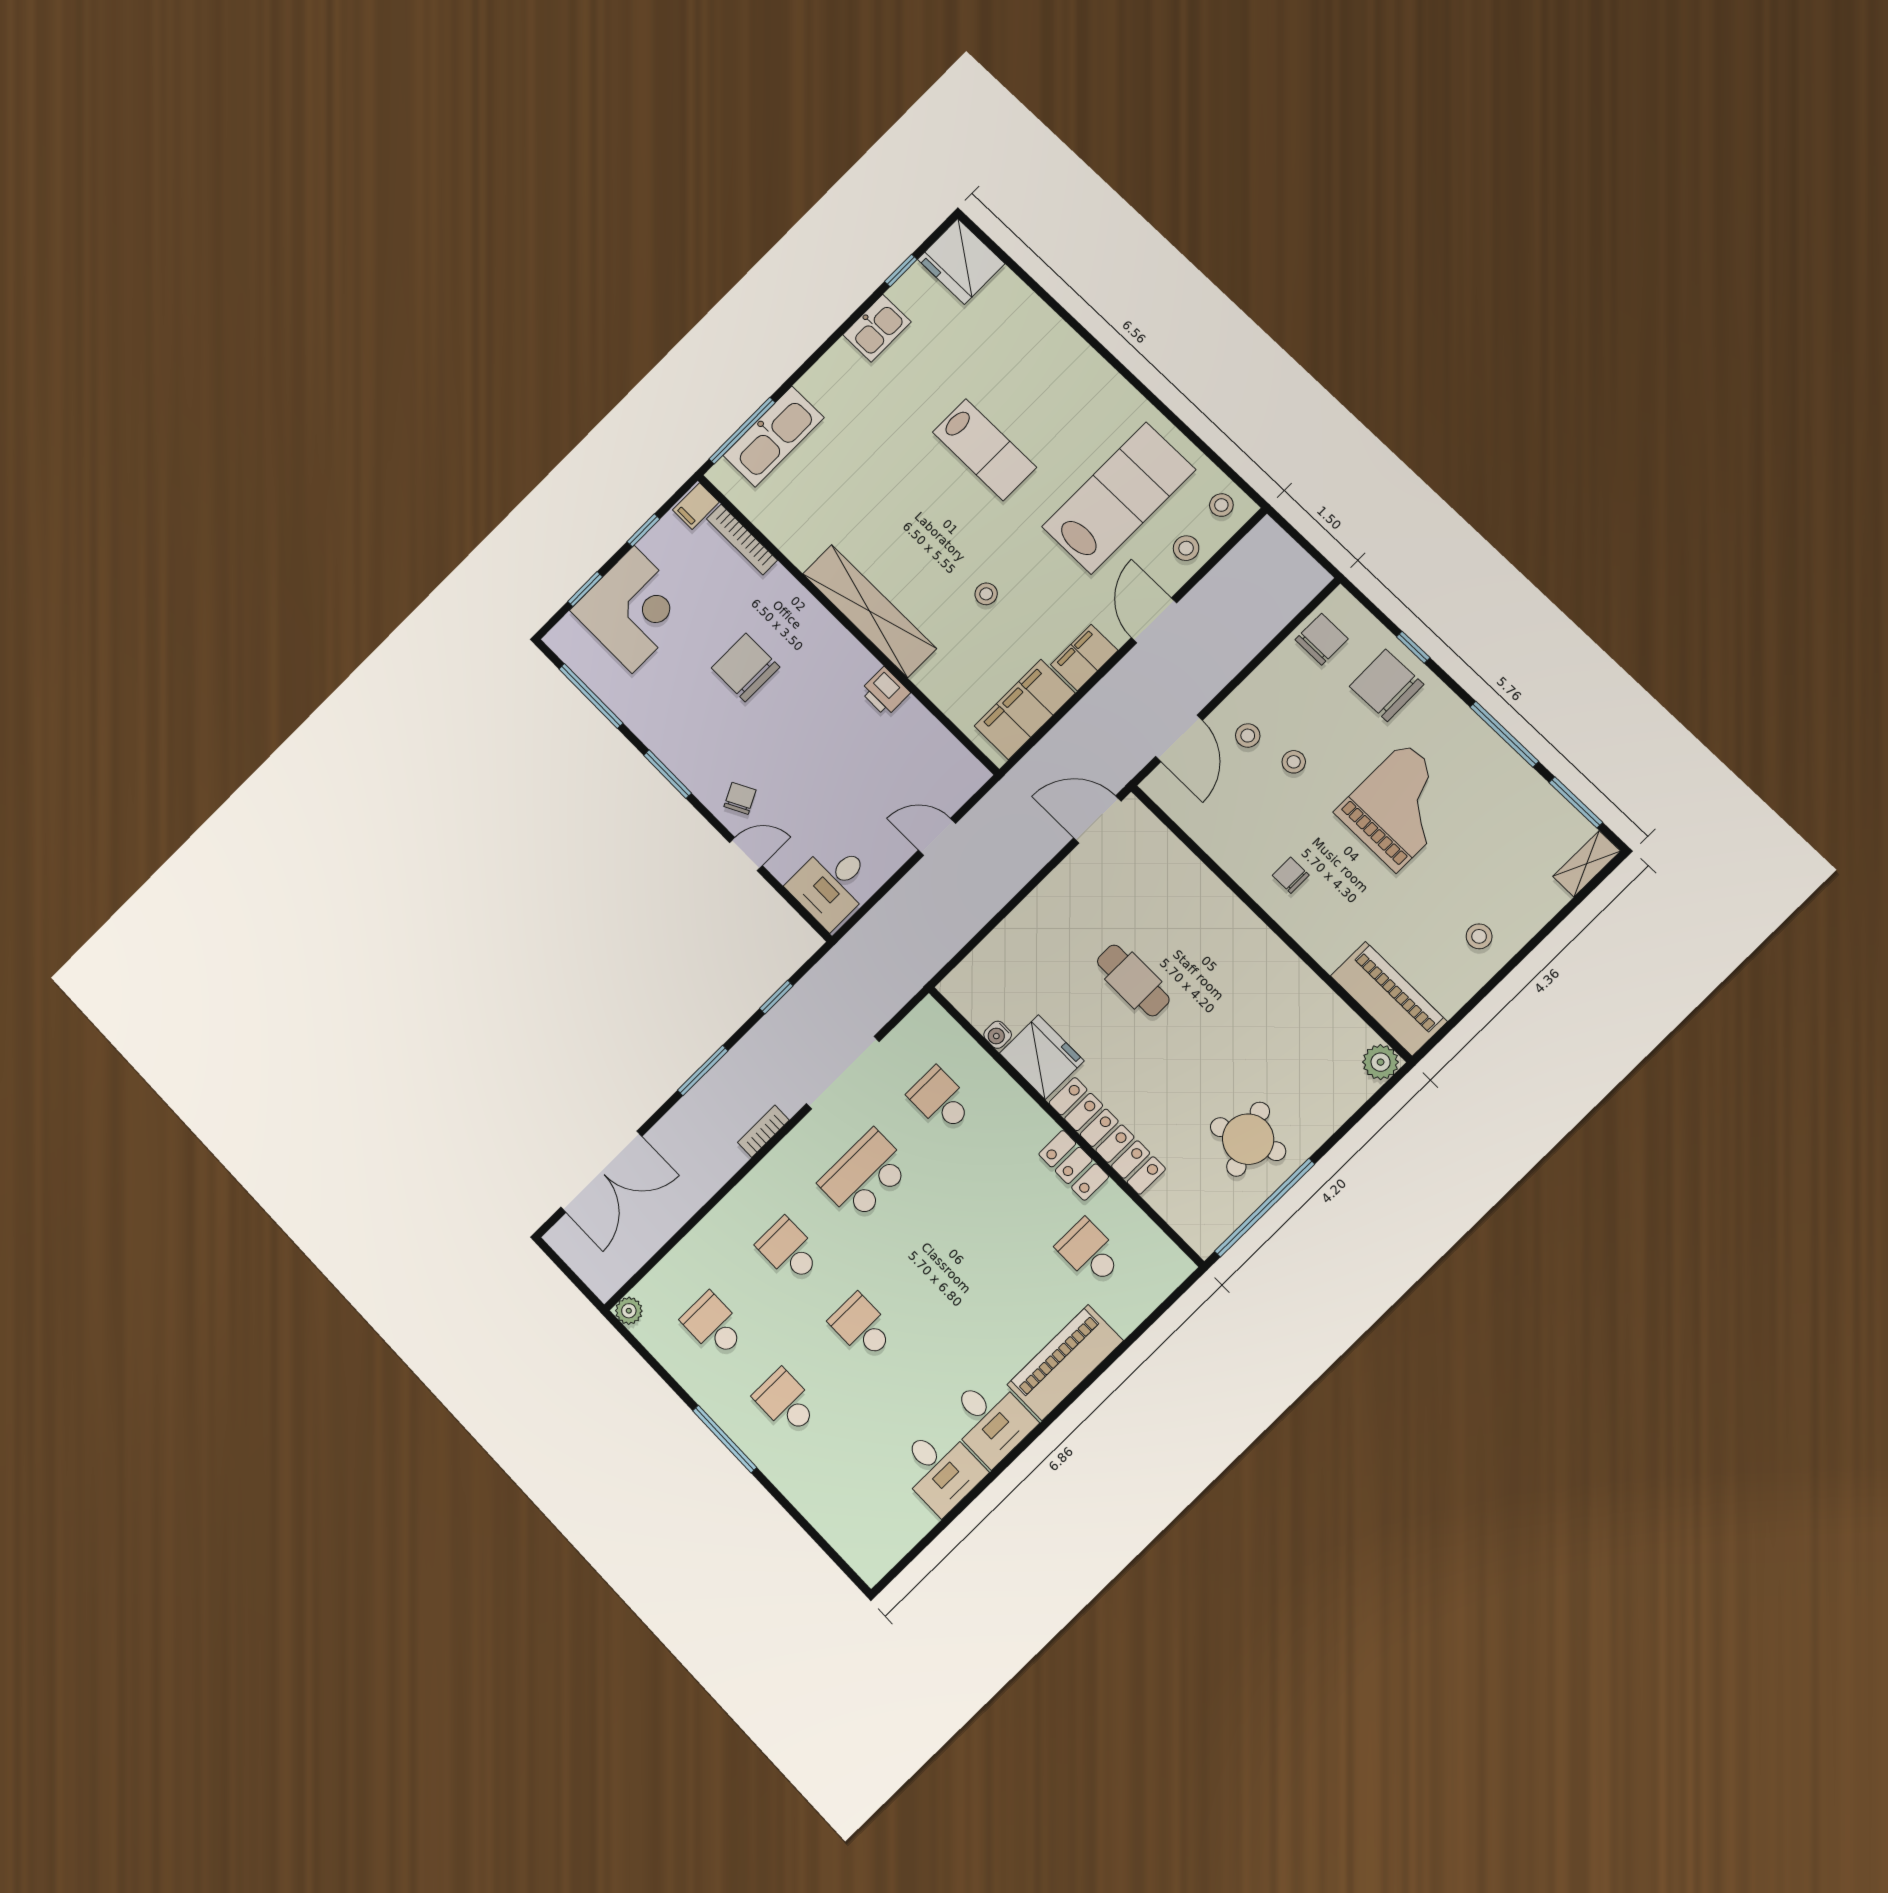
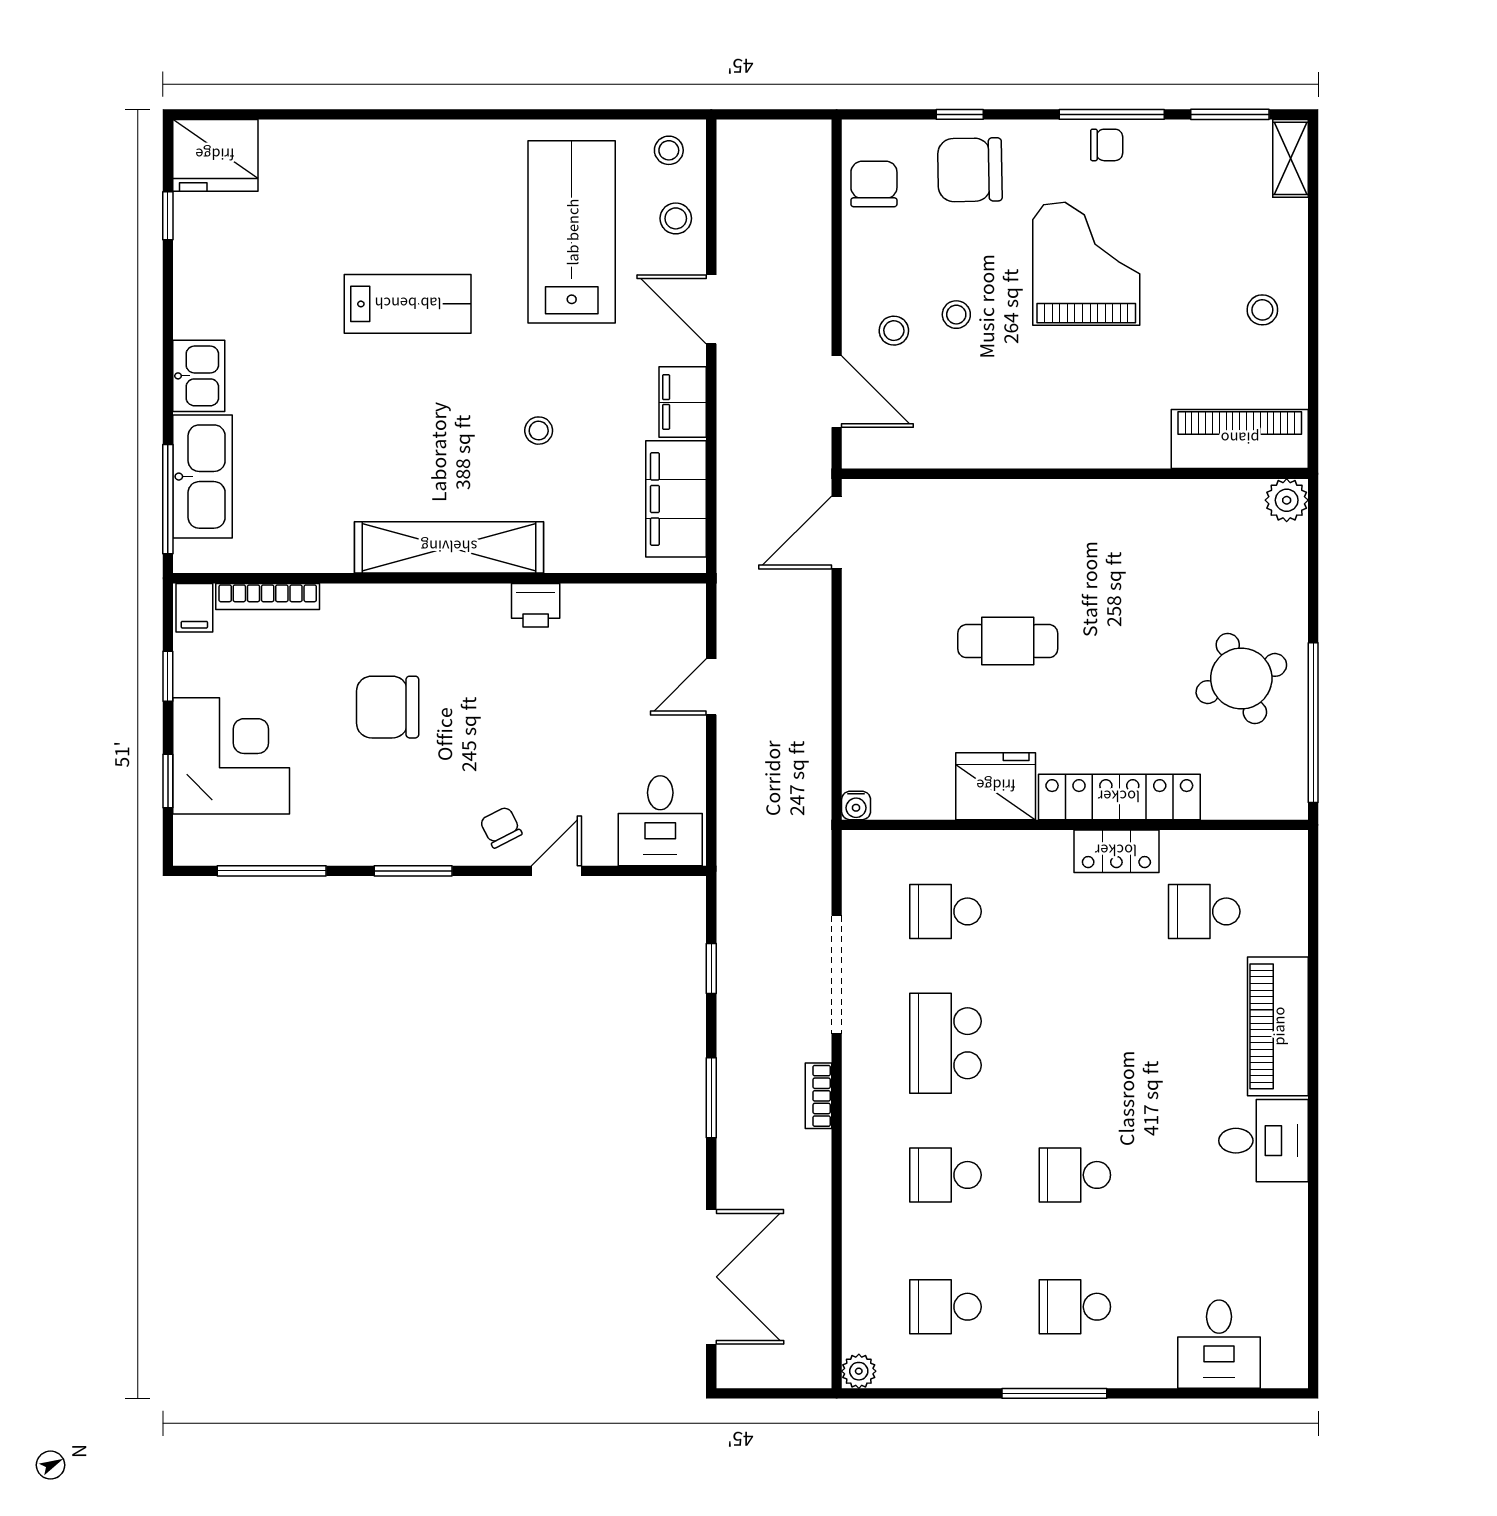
kitchen sink: (877, 328) -> (199, 376), moved
chair: (1291, 875) -> (1107, 145), moved, turned 180
water cooler: (998, 1035) -> (856, 805), moved
desk: (940, 1469) -> (1219, 1344), moved, turned 90

